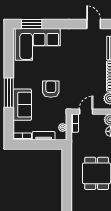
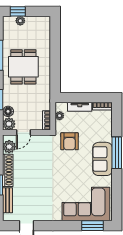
armchair: (51, 89) -> (70, 141), moved
sofa: (22, 105) -> (102, 159), moved
door: (86, 112) -> (23, 132), moved

